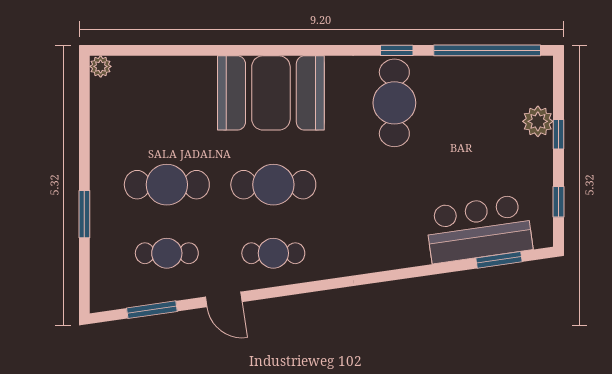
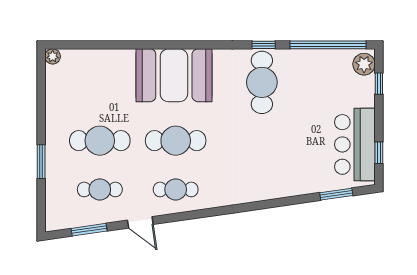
plant: (538, 121) -> (364, 64), moved
window: (558, 134) -> (379, 84), moved
bar counter: (479, 229) -> (355, 144), moved, turned -82

